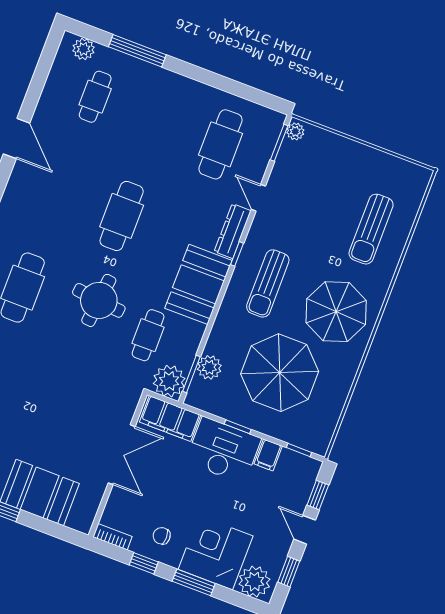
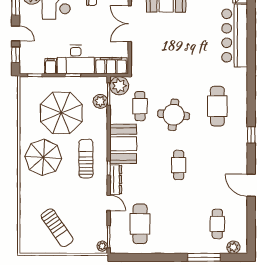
cafe table: (122, 216) -> (179, 165), width x0.73, depth x0.74
sun lounger: (371, 229) -> (57, 228), moved, turned 145
double door: (122, 455) -> (130, 24), moved

